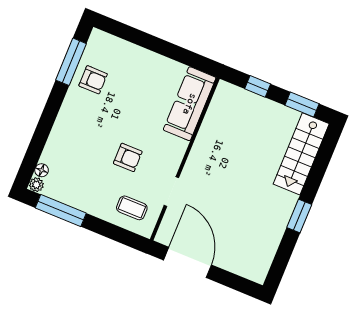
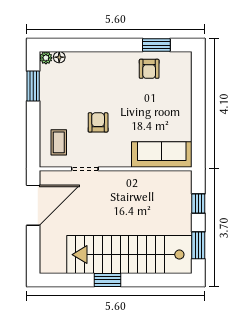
window: (71, 62) -> (156, 45), width x0.69
stairs: (301, 154) -> (129, 255), width x1.86, depth x1.51
armchair: (128, 157) -> (98, 122), turned 180
window: (61, 211) -> (33, 86), width x0.69

